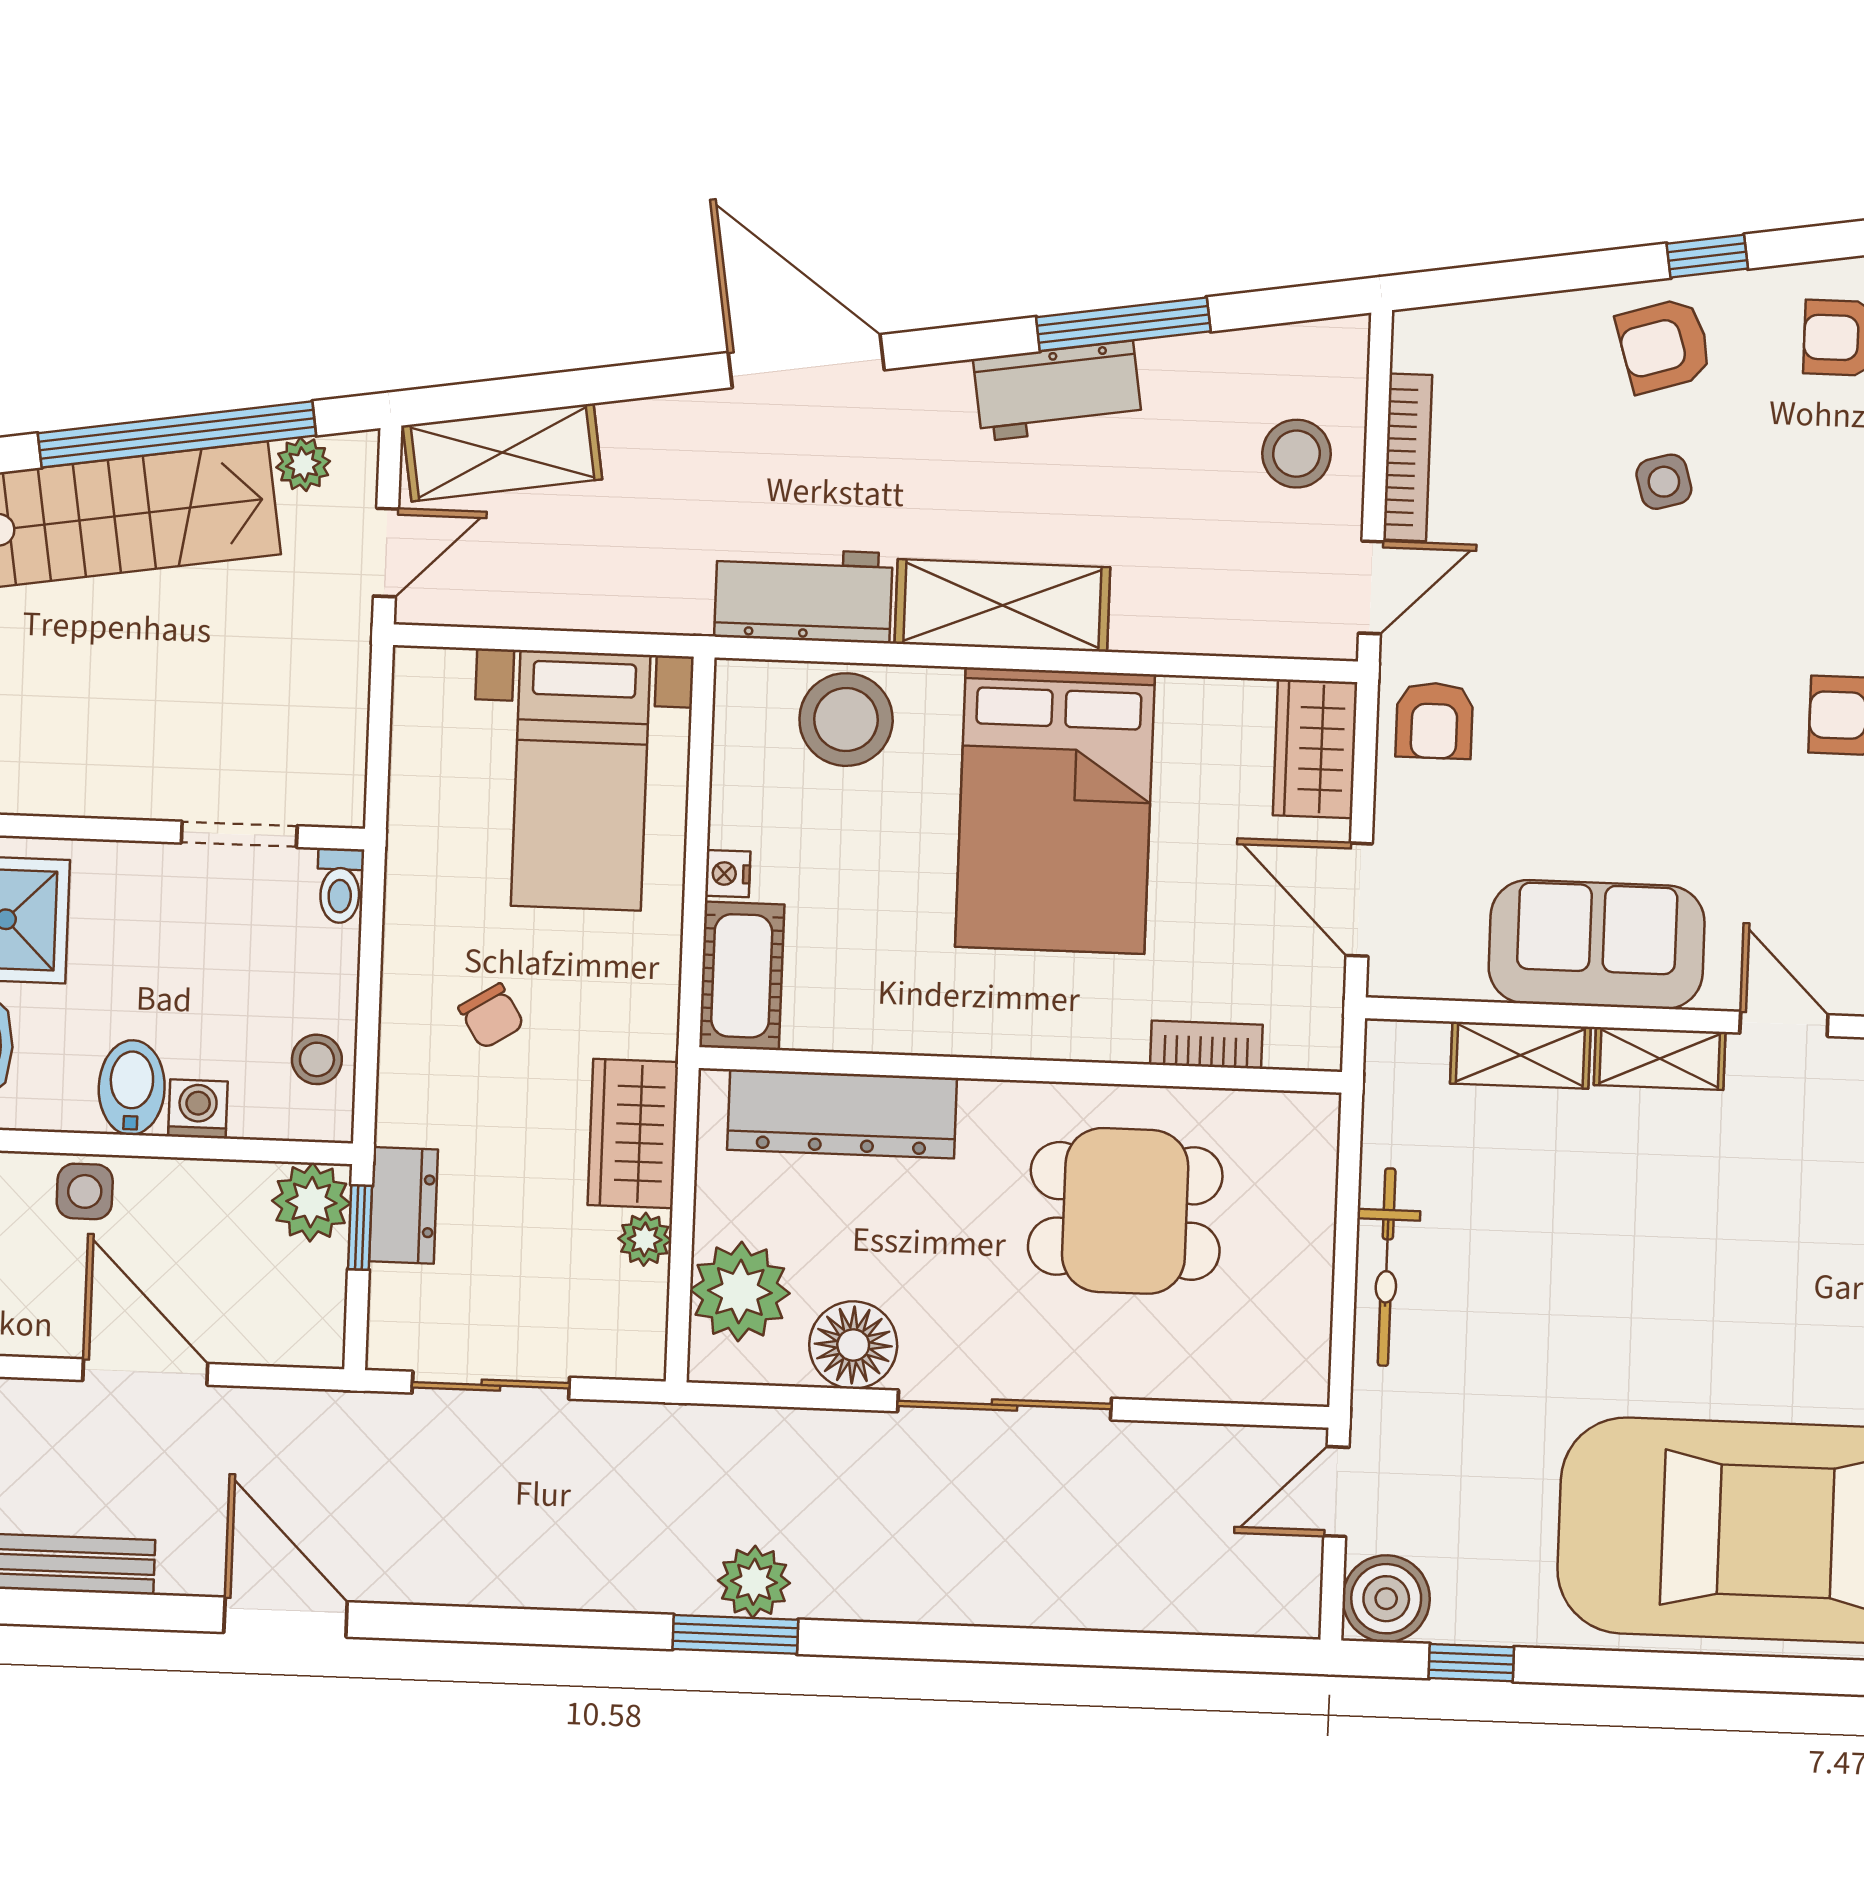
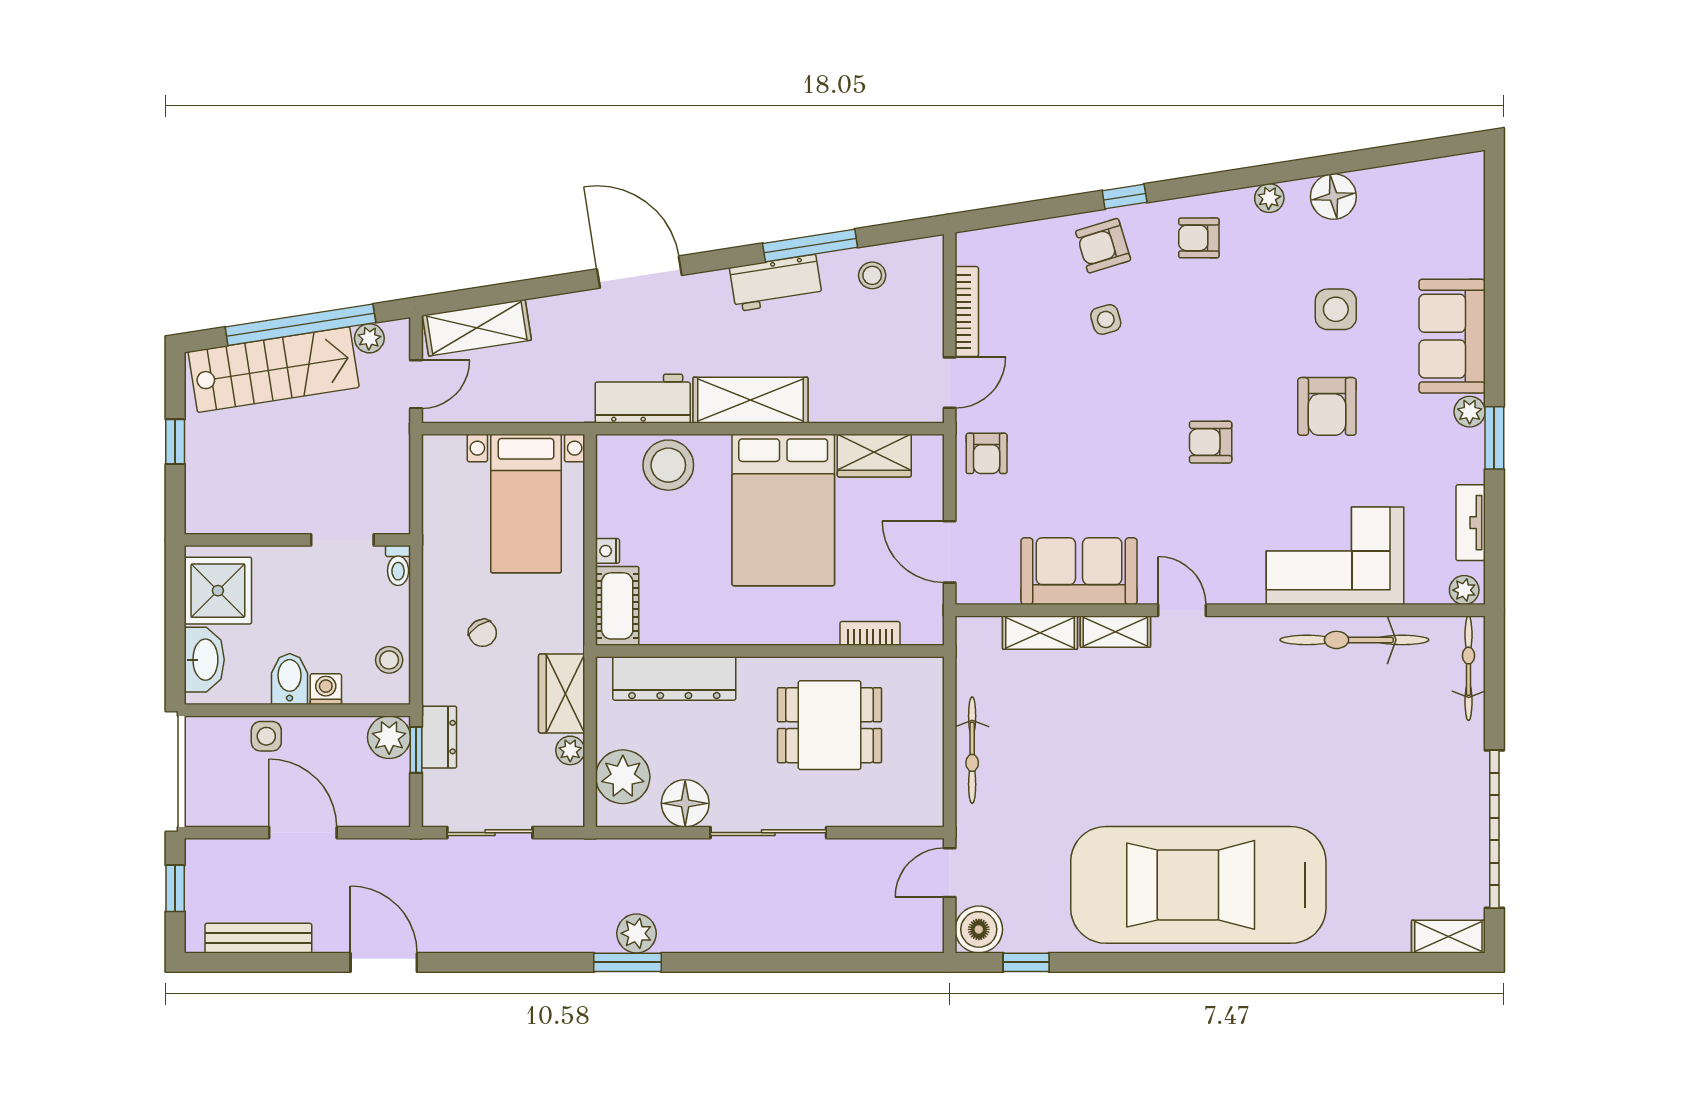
stool: (1296, 454) -> (872, 275), moved, width x0.73, depth x0.73
wardrobe: (1315, 749) -> (874, 456), moved, turned -90

